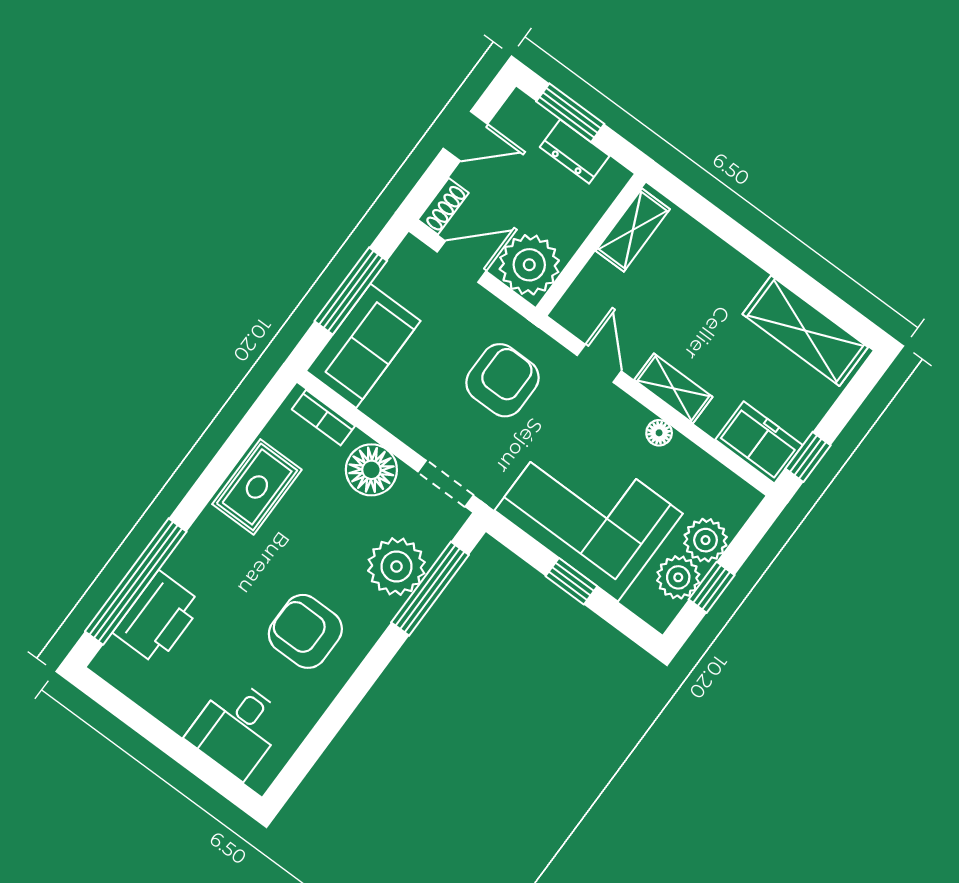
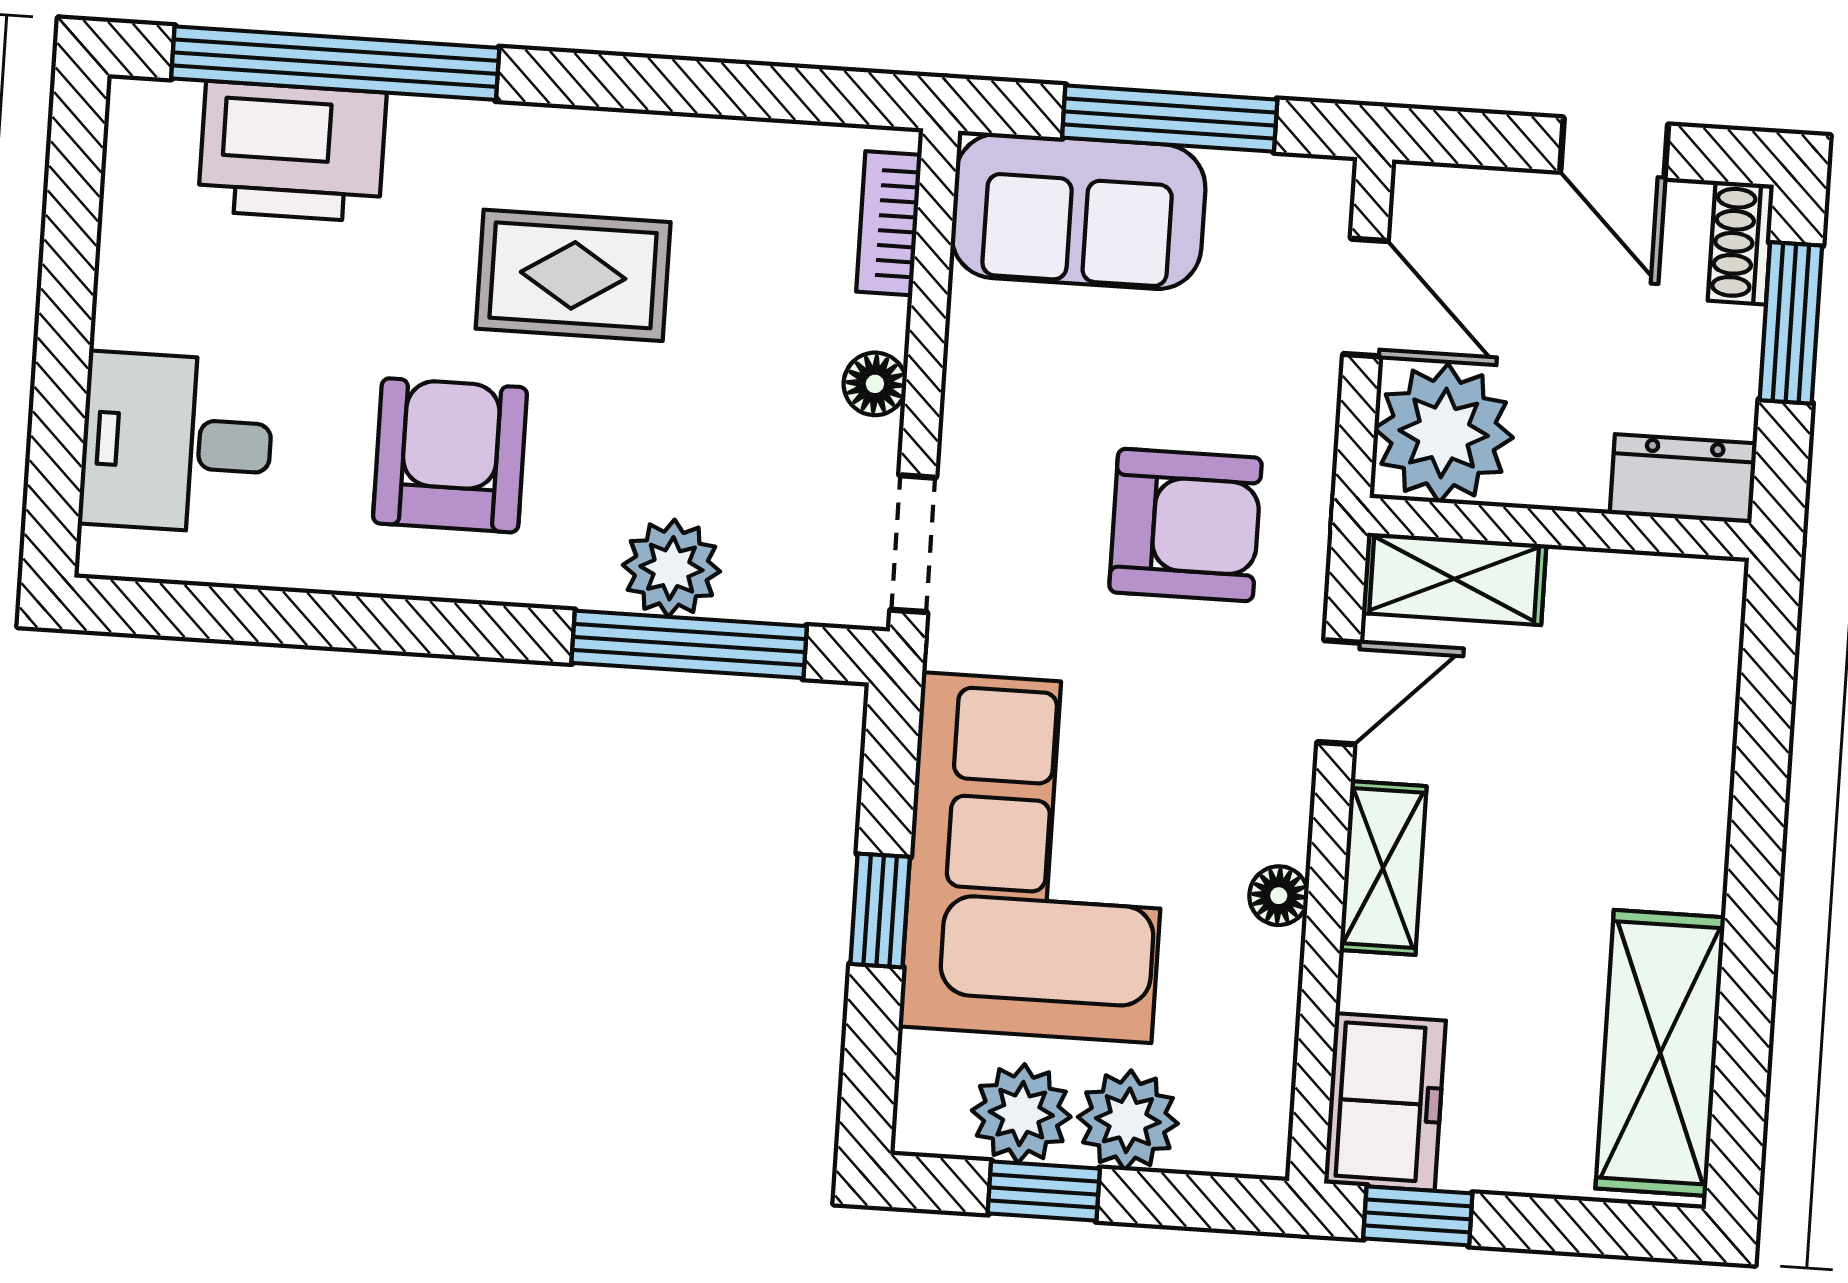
dresser: (575, 151) -> (1683, 479), moved, turned 90
shoe rack: (443, 206) -> (1741, 243), moved, turned 90
shelving: (633, 230) -> (1454, 579), moved
floor lamp: (371, 470) -> (875, 384), width x0.53, depth x0.53
rug: (257, 487) -> (573, 275), moved
plant: (396, 567) -> (671, 568), width x0.73, depth x0.73

